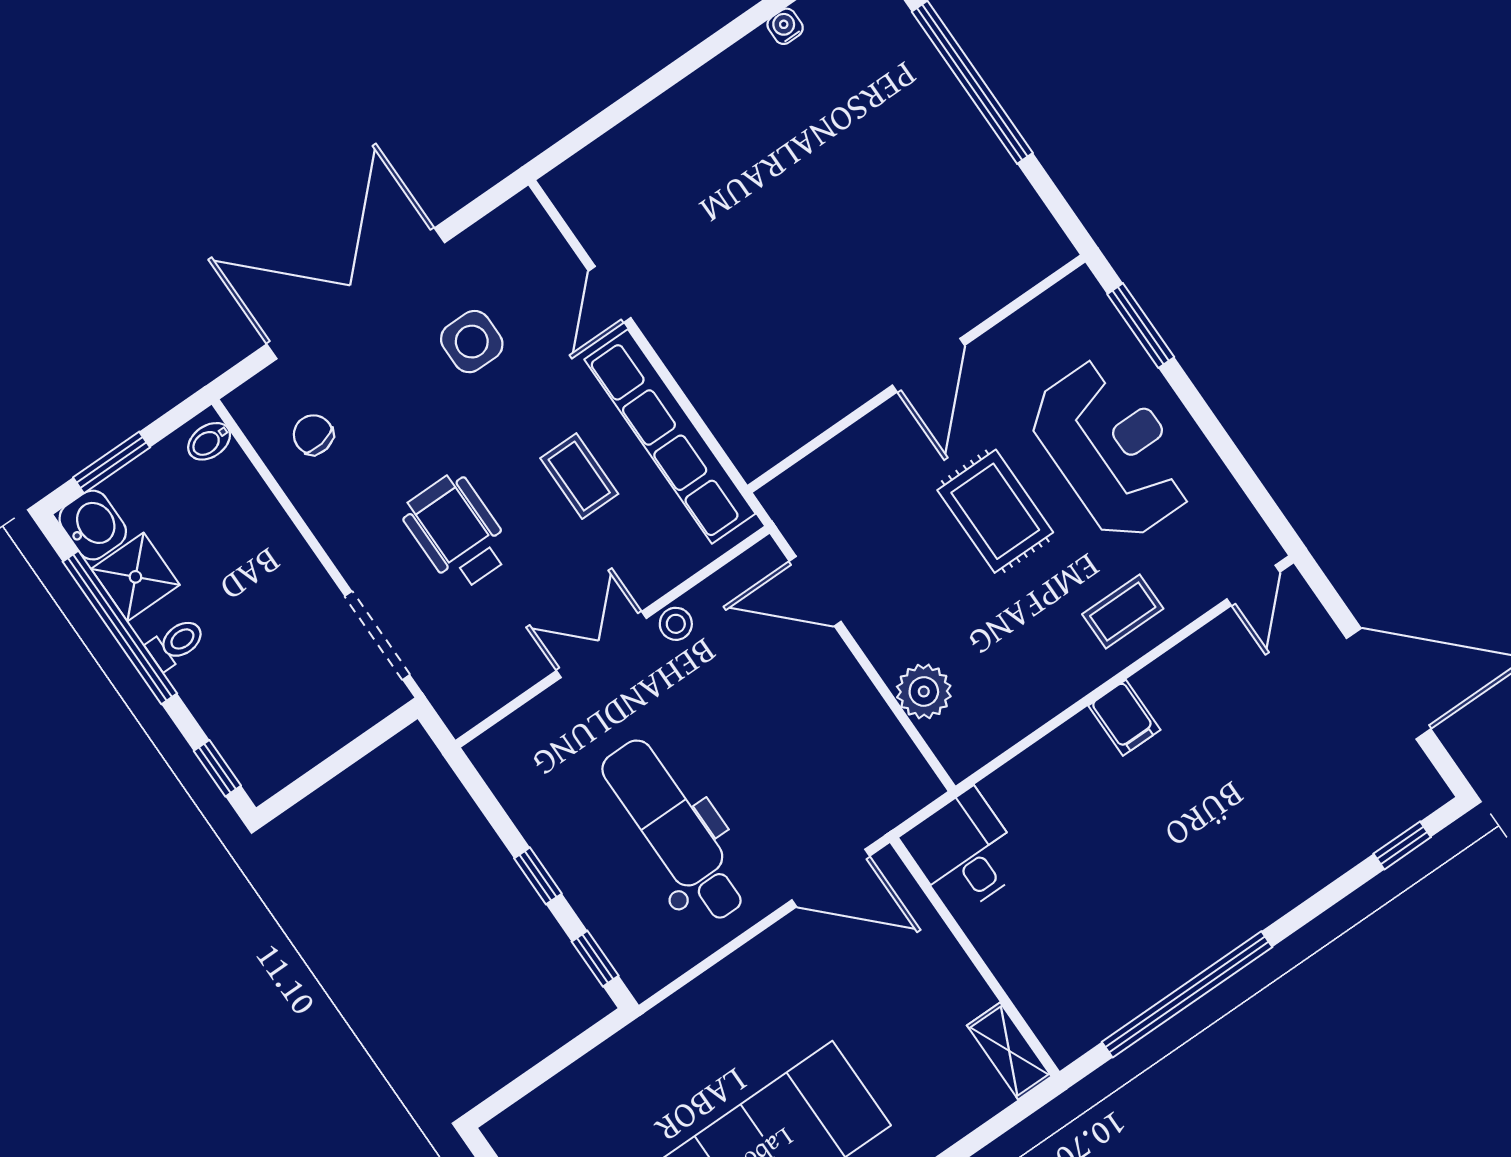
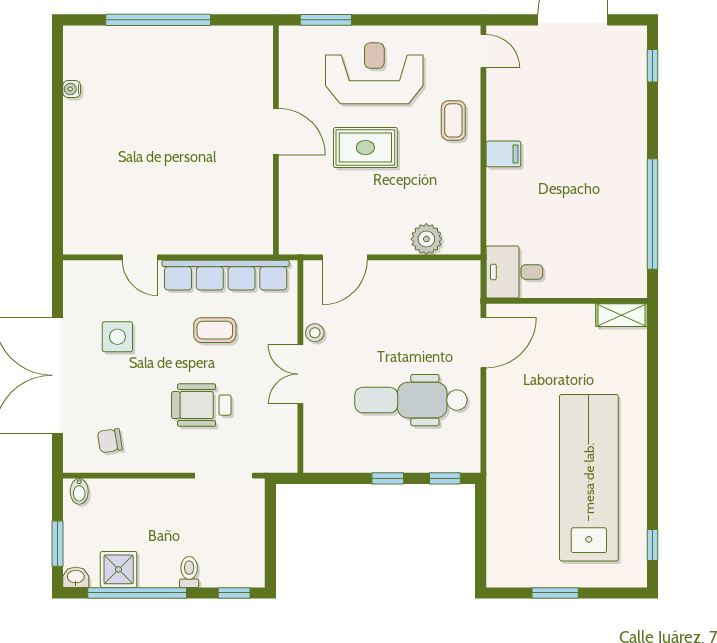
washbasin: (93, 525) -> (76, 577), width x0.72, depth x0.69
toilet: (176, 643) -> (189, 572), moved

